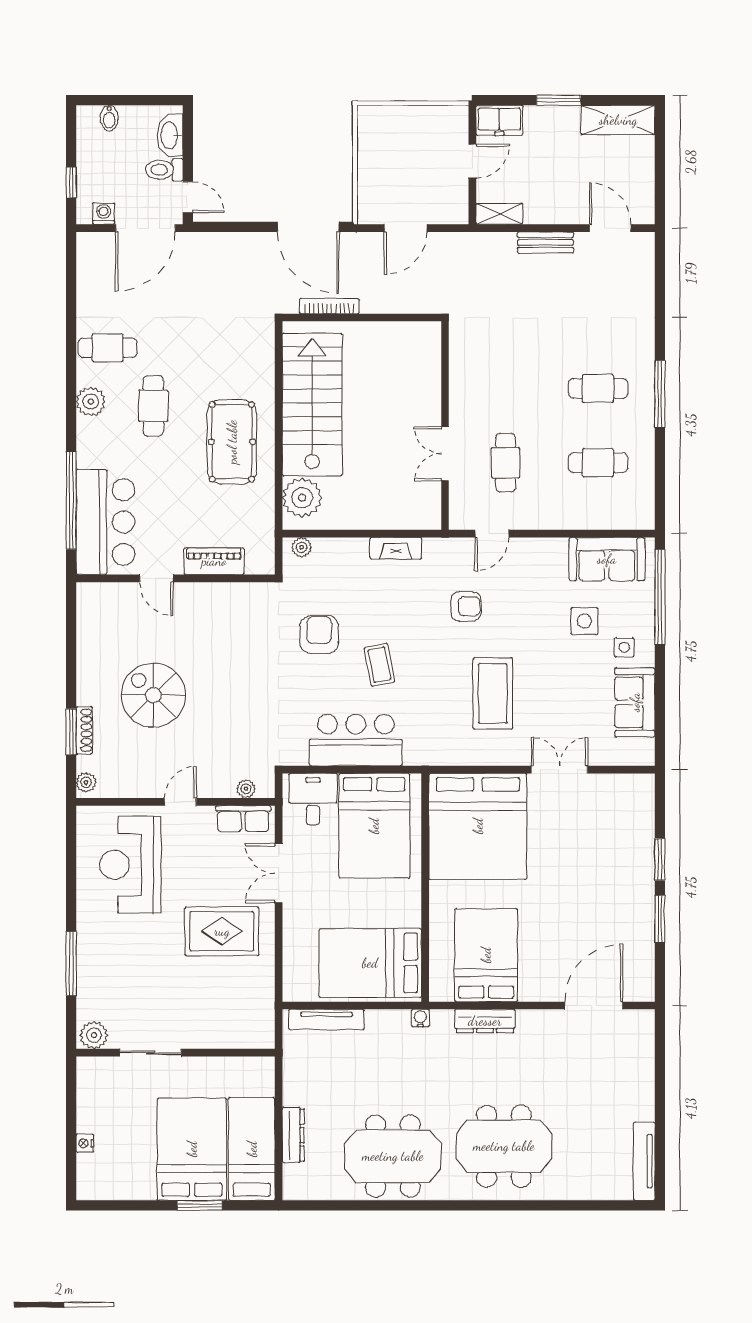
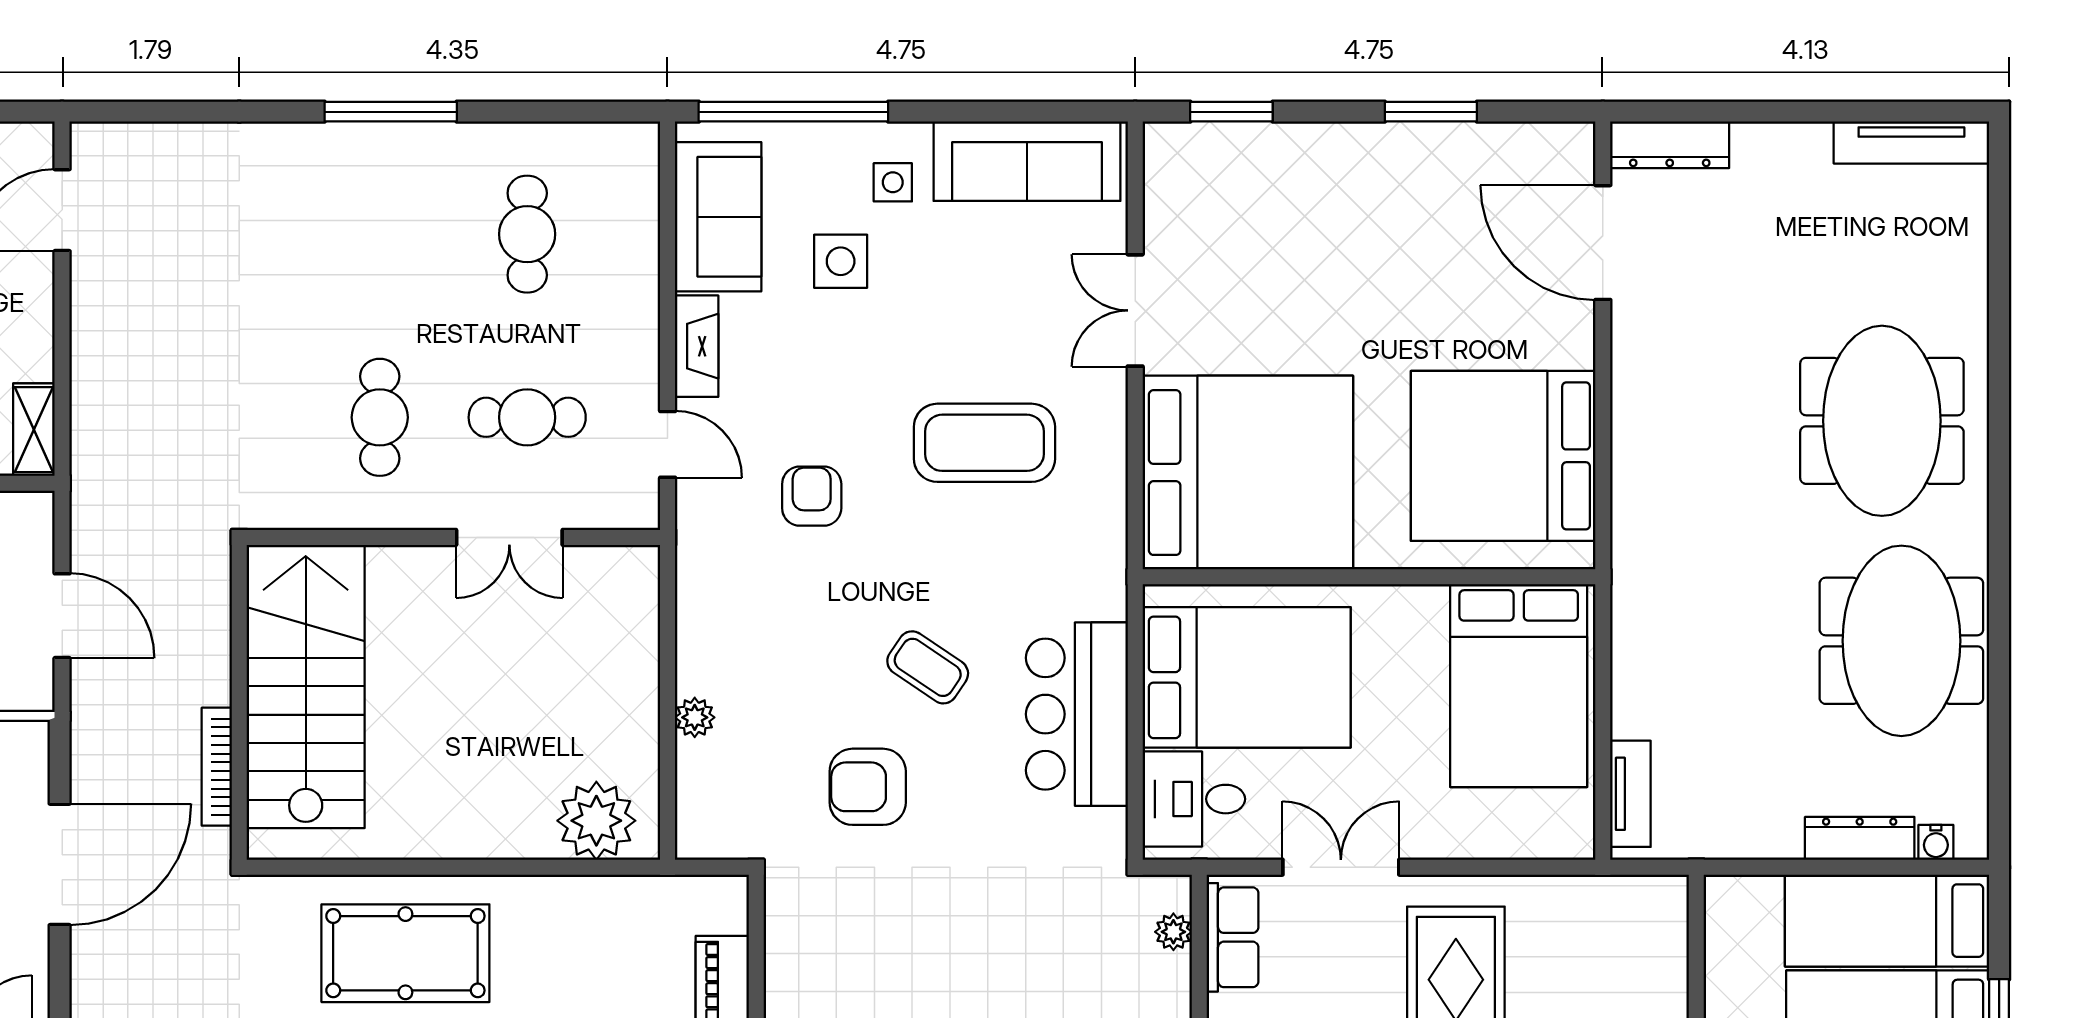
door: (308, 227) -> (60, 864), moved
bench: (545, 242) -> (91, 338), removed
cafe table: (598, 388) -> (380, 417), moved
stairs: (312, 404) -> (306, 686), moved, turned 90
pool table: (232, 442) -> (405, 953), moved
plant: (302, 547) -> (695, 717), moved
fireplace: (396, 548) -> (697, 346), moved
coffee table: (379, 665) -> (928, 667), turned 45
sofa: (635, 702) -> (1027, 161), width x1.36
window: (660, 860) -> (1231, 112), moved
double door: (279, 873) -> (1341, 867), swing flipped
bed: (486, 955) -> (1503, 456), width x1.36
water cooler: (420, 1018) -> (1936, 842), moved, turned -90
tv unit: (327, 1019) -> (1630, 794), width x0.71
dresser: (485, 1021) -> (1670, 145), moved, turned 90

